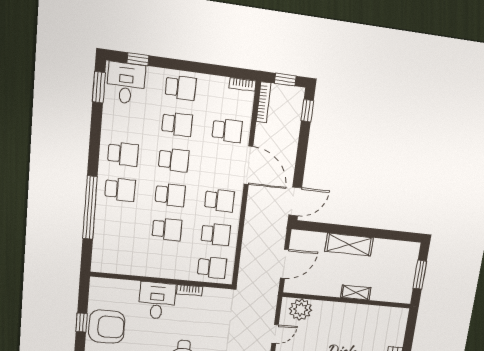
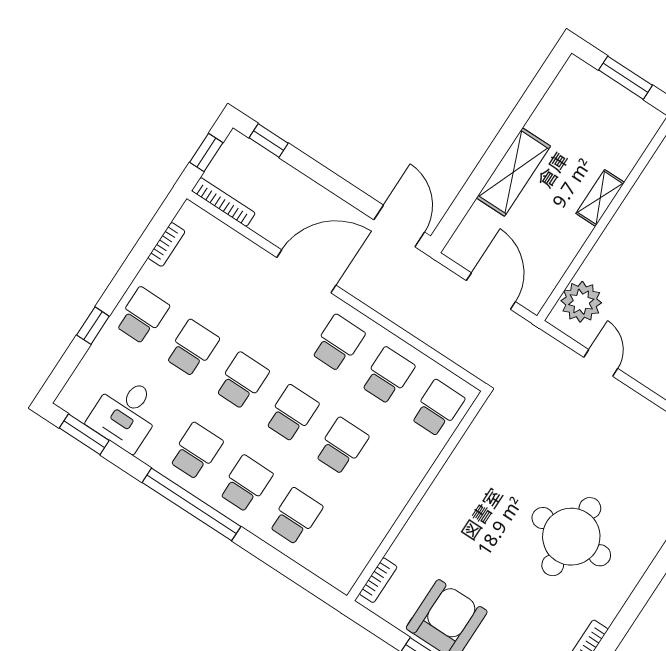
window: (138, 59) -> (93, 326), moved
desk: (126, 83) -> (126, 413), moved, turned -90
bookcase: (243, 84) -> (166, 244), moved
school desk: (227, 130) -> (296, 516), moved
window: (90, 208) -> (191, 504), moved
bookcase: (190, 290) -> (378, 580), moved
desk: (157, 301) -> (446, 521), removed

